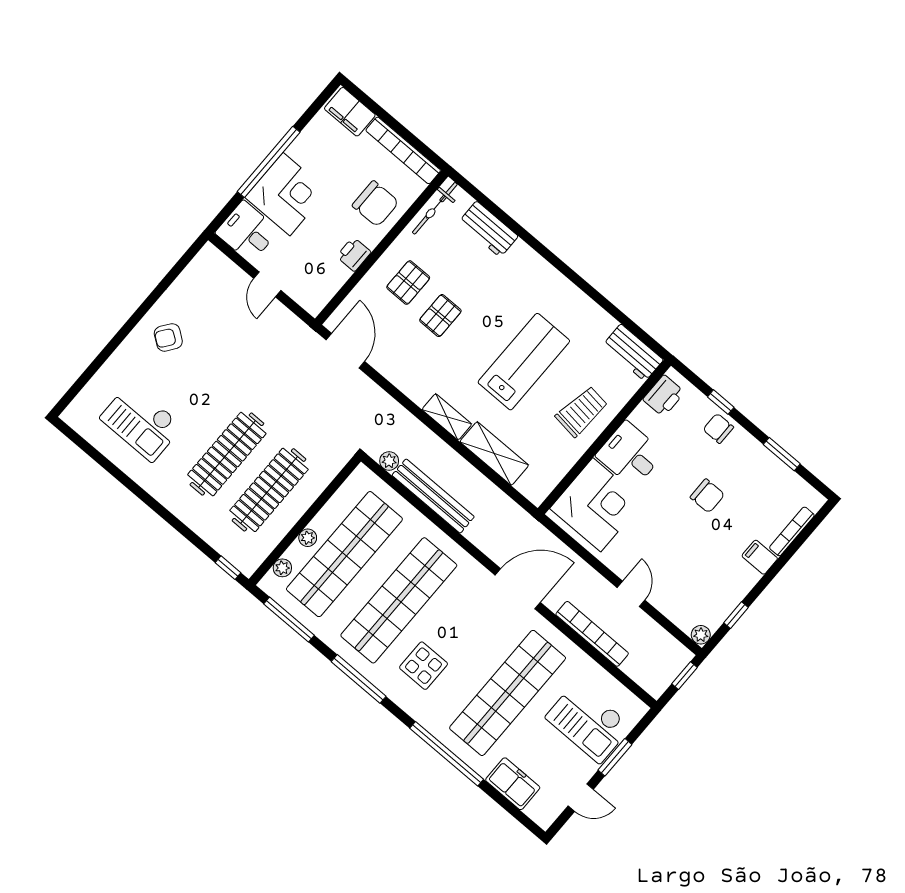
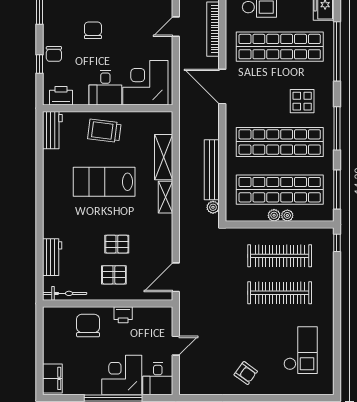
bookcase: (403, 150) -> (49, 335), removed
plant: (282, 568) -> (274, 215), moved

